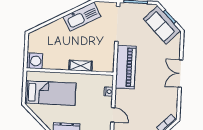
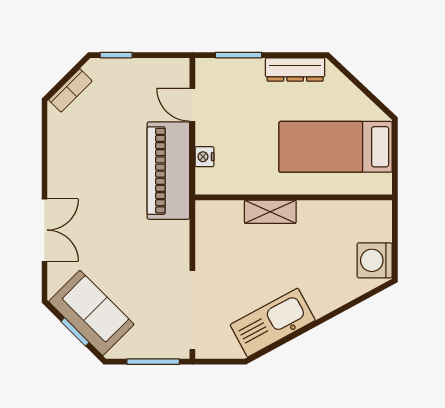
washing machine: (35, 61) -> (375, 260), moved
piano: (126, 67) -> (168, 171), moved
double door: (180, 74) -> (44, 230), moved

